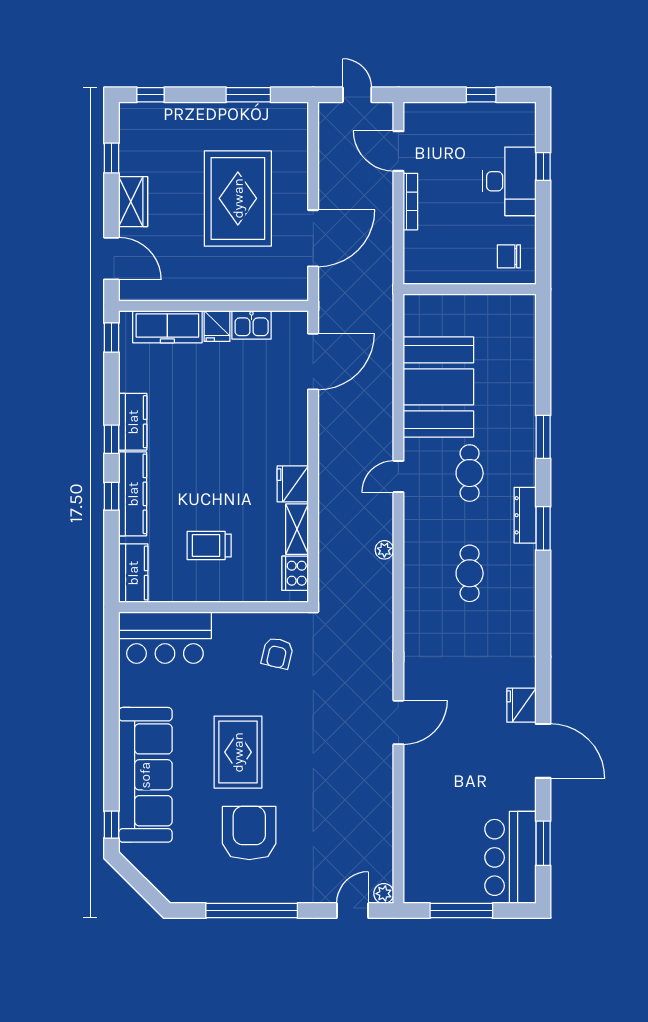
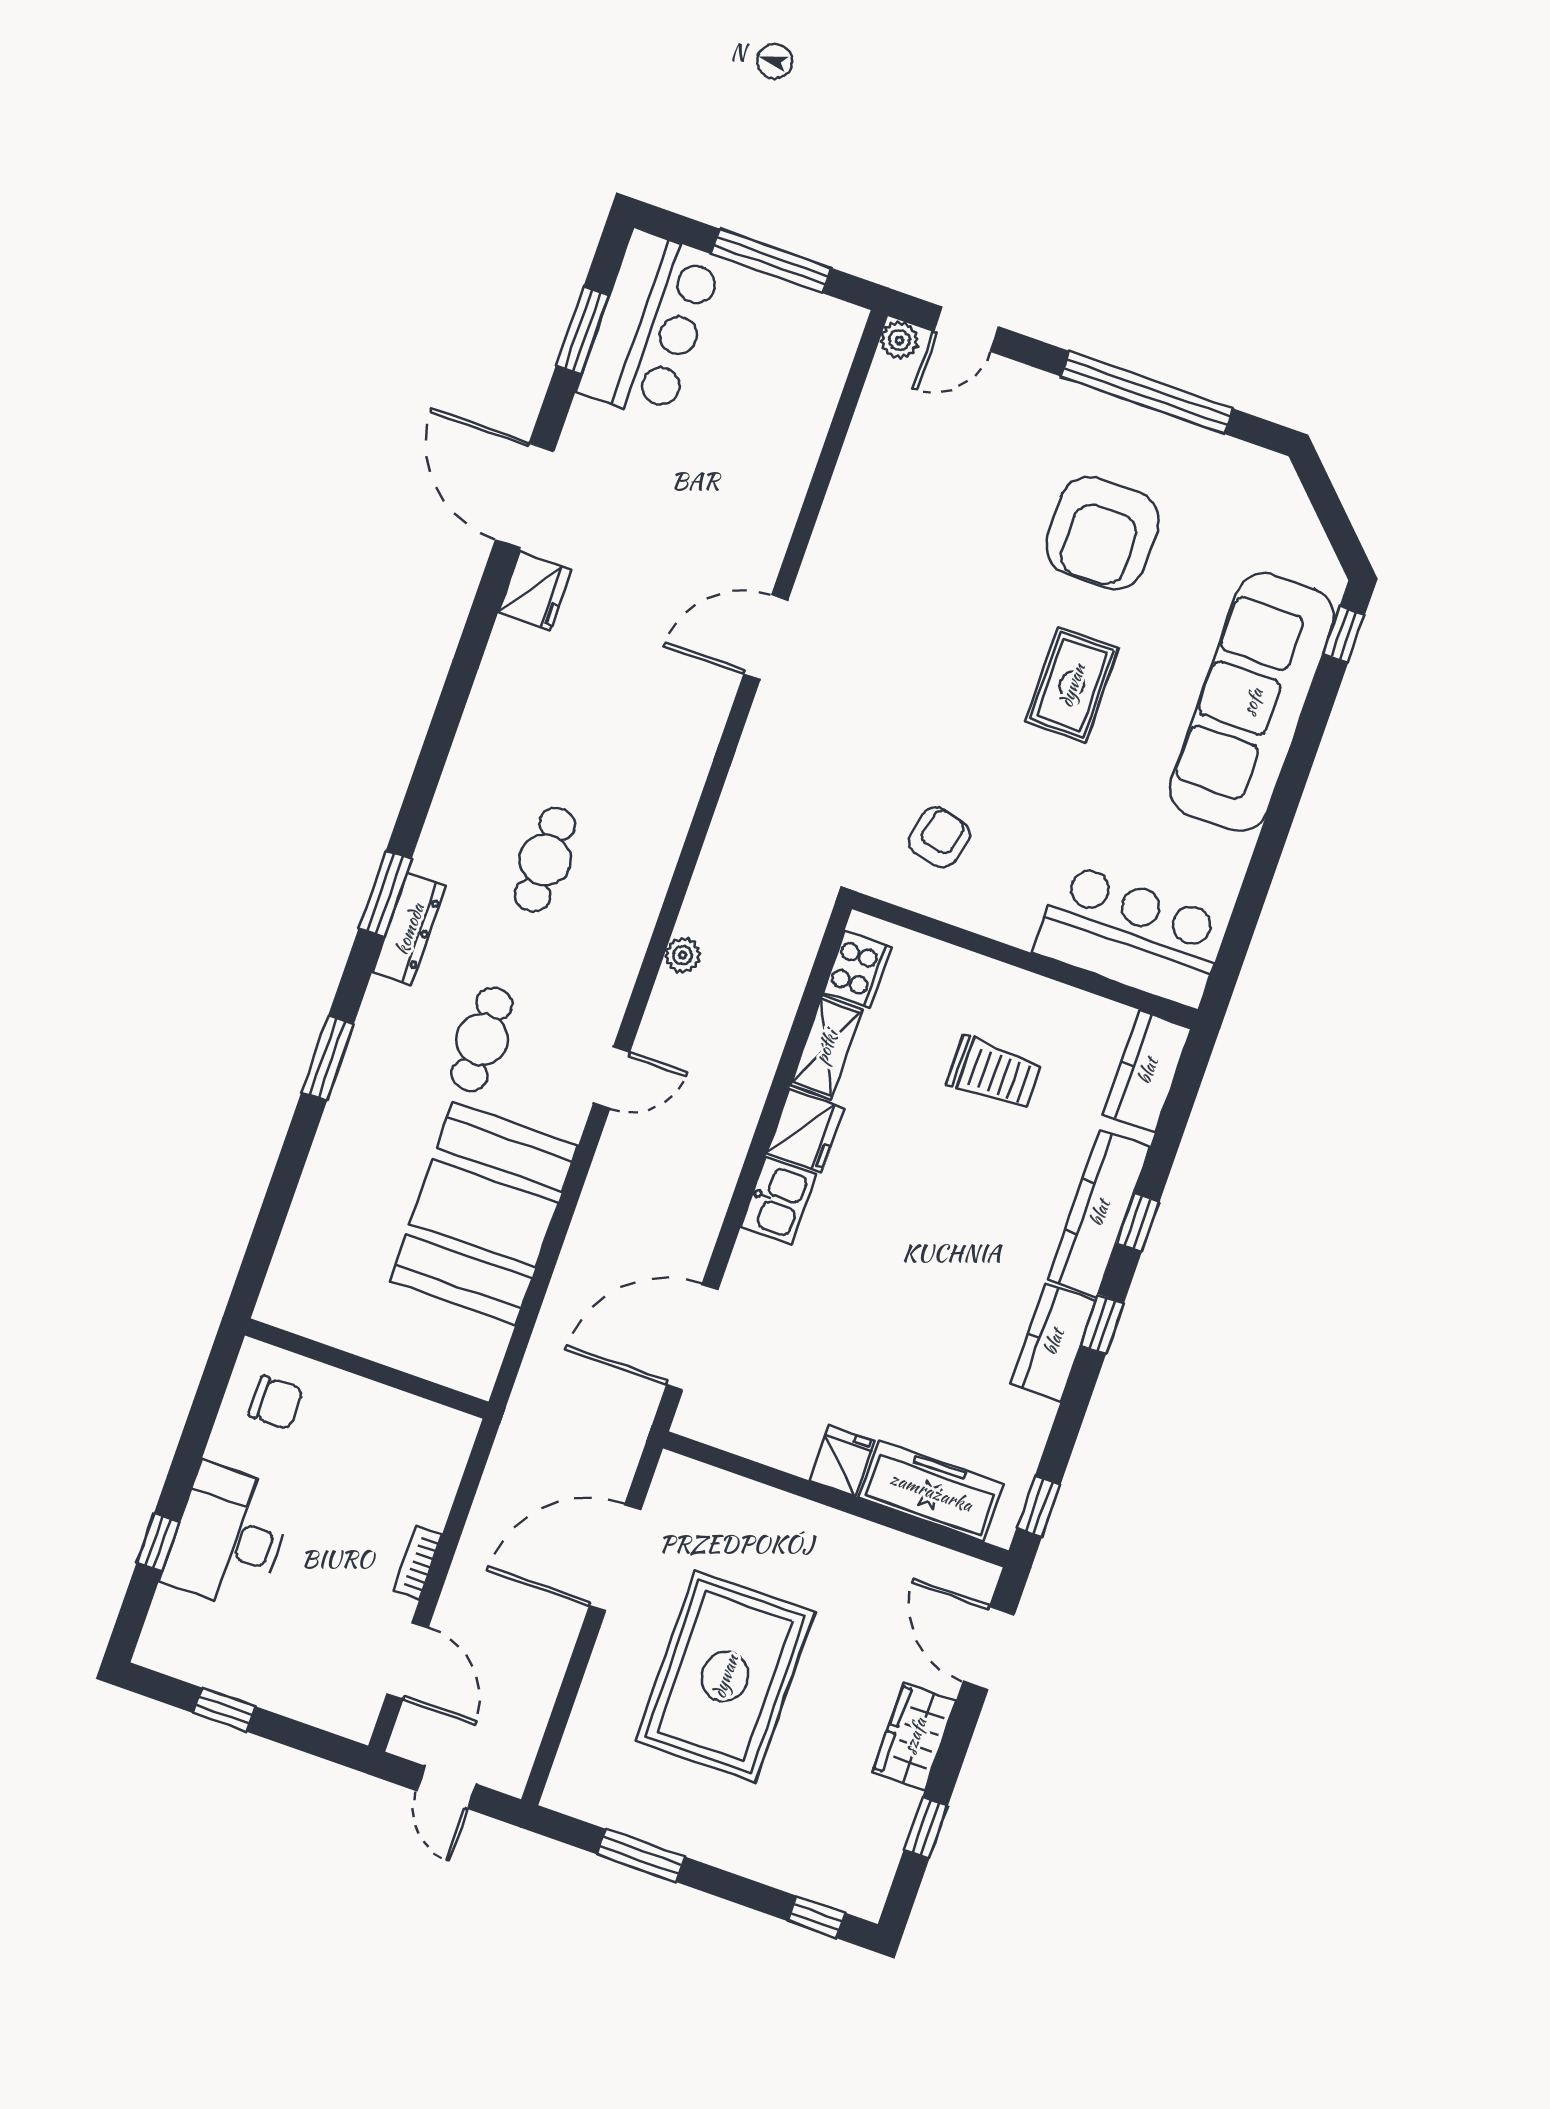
bookcase: (410, 202) -> (418, 1563), width x0.64
kitchen sink: (252, 325) -> (778, 1201), moved, turned 90
rug: (238, 752) -> (1072, 685), width x0.73, depth x0.70

